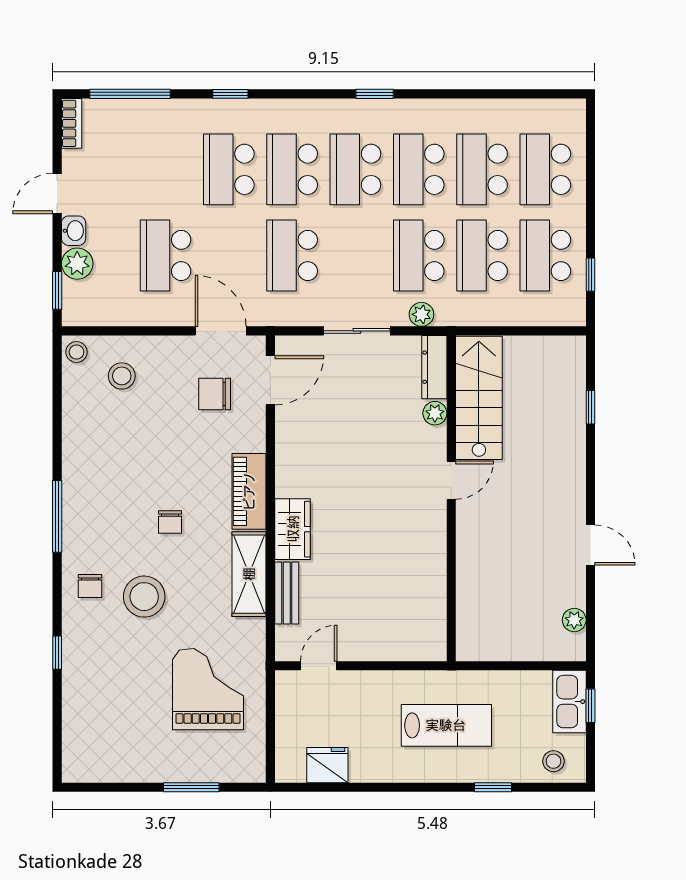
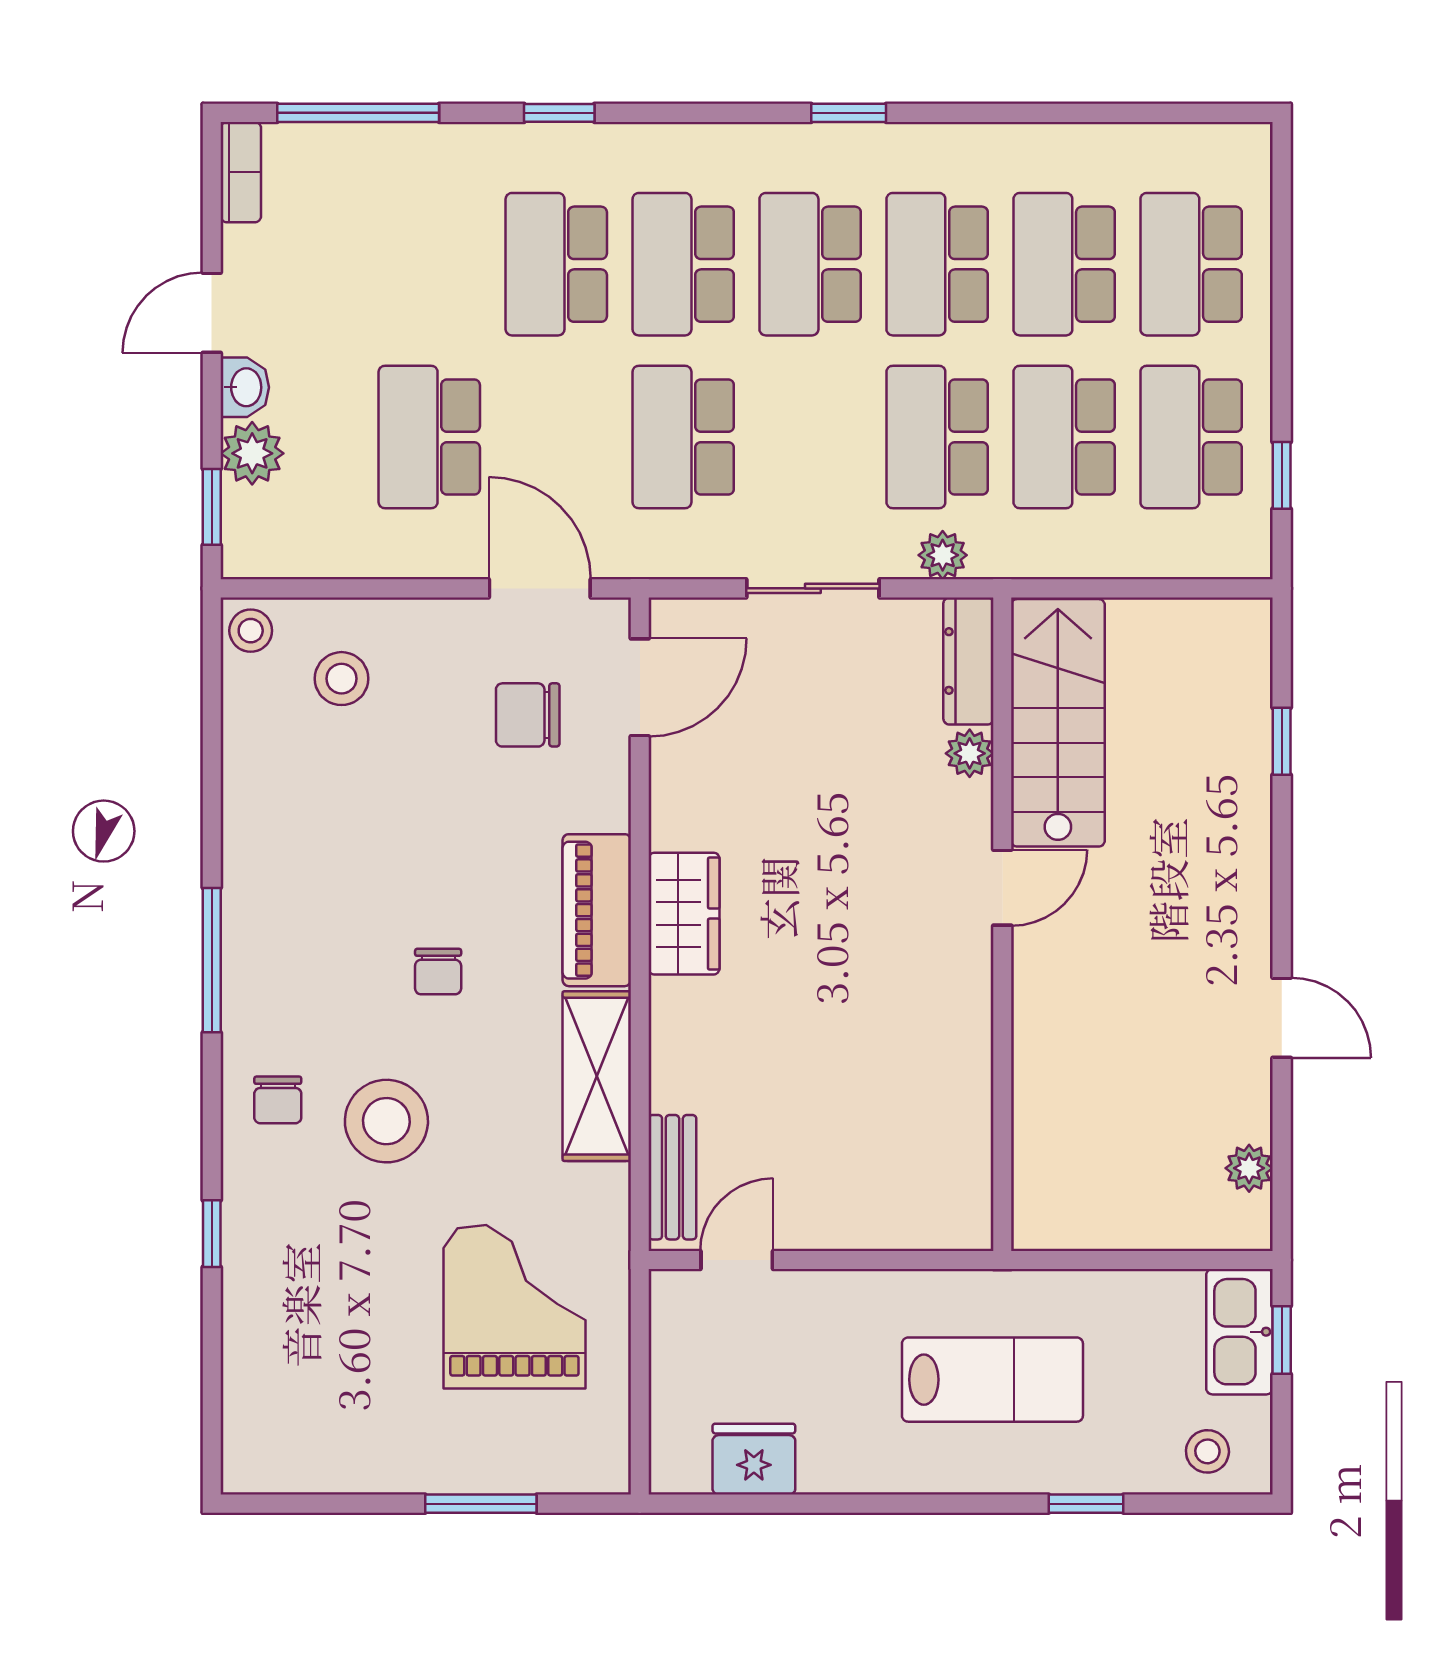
wardrobe: (293, 529) -> (684, 914), moved
bench: (287, 593) -> (672, 1177), moved

